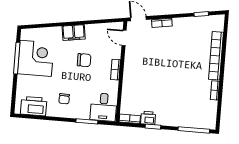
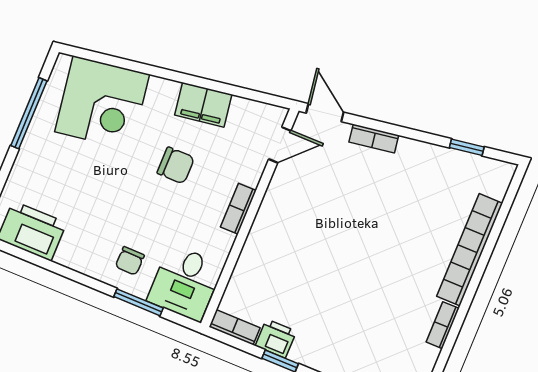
filing cabinet: (74, 33) -> (203, 105), moved
door: (124, 38) -> (280, 145), swing flipped
corner desk: (36, 58) -> (102, 103), moved, turned 81
chair: (64, 99) -> (130, 261), moved

